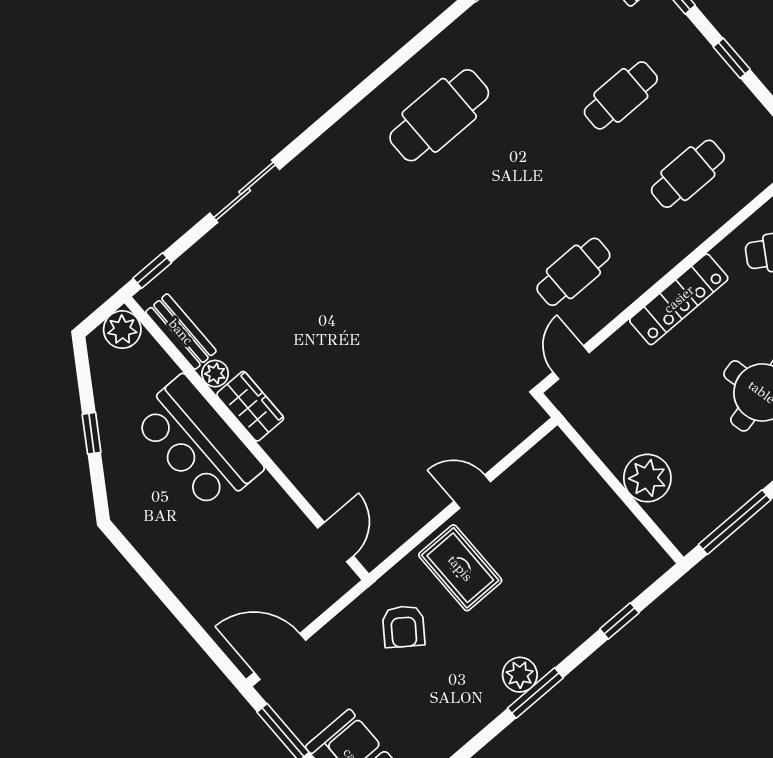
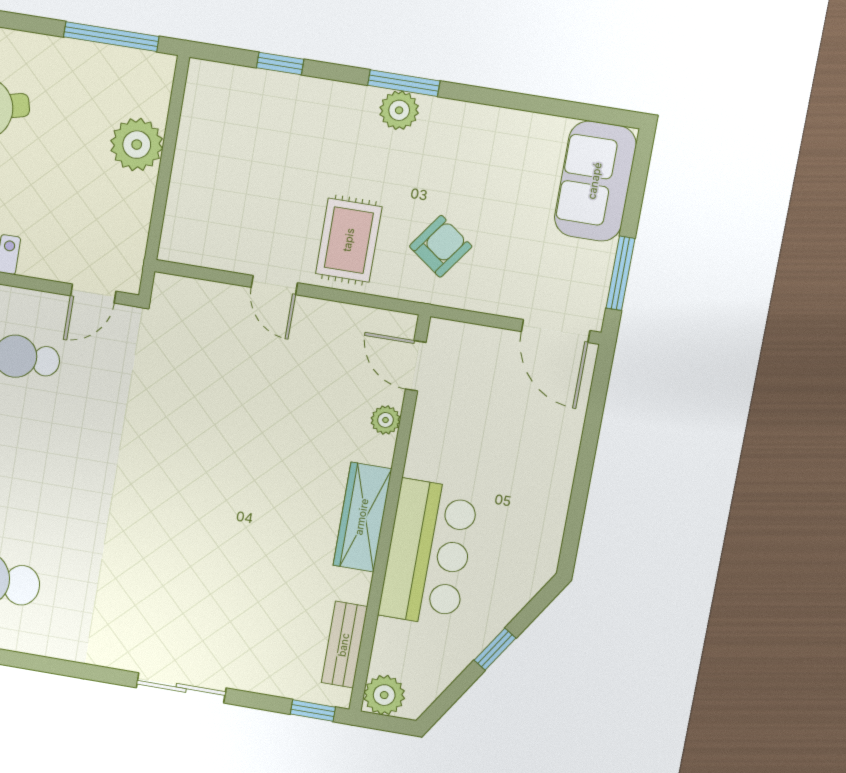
plant: (215, 374) -> (385, 420), moved
wardrobe: (250, 406) -> (362, 517), width x1.50
door: (336, 542) -> (416, 366), hinge flipped

